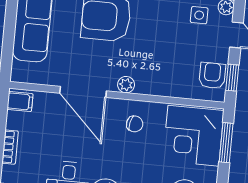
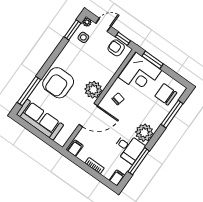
plant: (126, 85) -> (93, 90), width x1.87, depth x1.87

